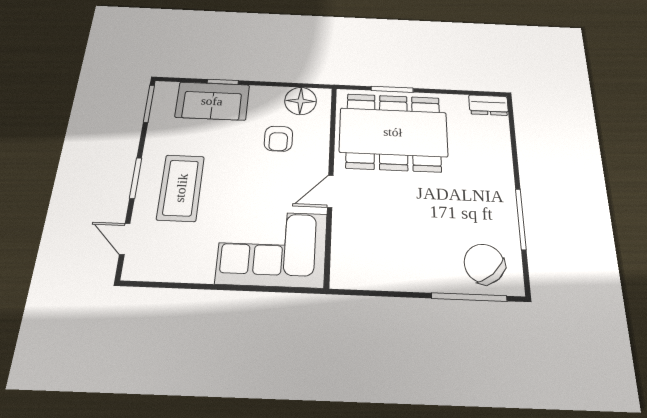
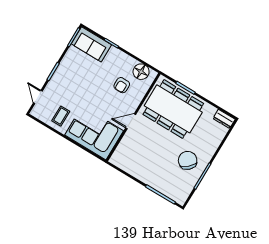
sofa: (212, 101) -> (91, 44), moved
coffee table: (181, 188) -> (61, 116), moved, width x0.54, depth x0.58
chair: (484, 264) -> (188, 160), moved

